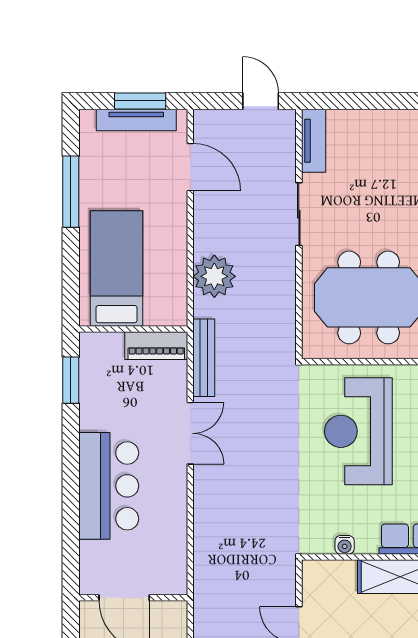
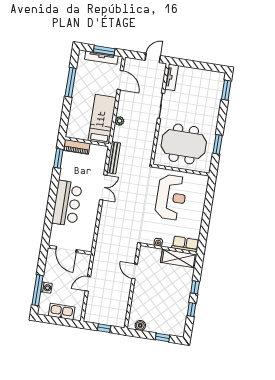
door: (261, 101) -> (153, 58), hinge flipped
bed: (117, 268) -> (102, 119), moved
plant: (214, 276) -> (120, 121), width x0.53, depth x0.53
piano: (156, 346) -> (77, 147), moved
reception desk: (358, 431) -> (171, 197), turned 180

